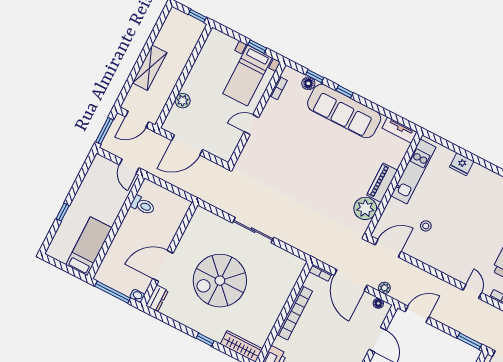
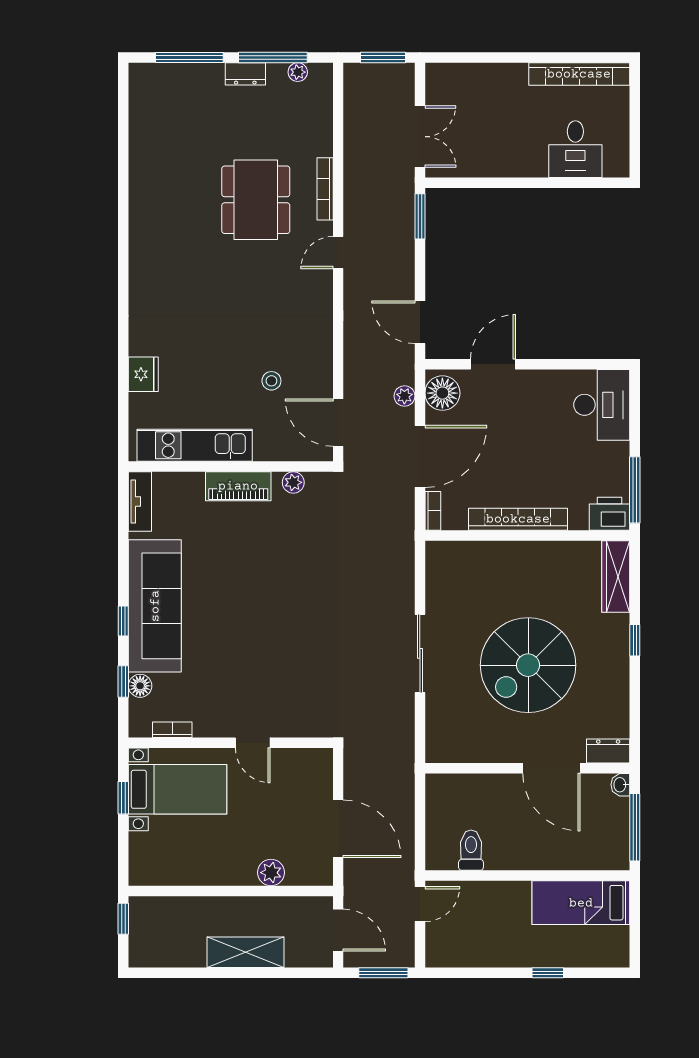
plant: (365, 208) -> (293, 482), width x0.53, depth x0.53
spiral stairs: (220, 281) -> (528, 665), turned 90
floor lamp: (378, 303) -> (442, 393), width x1.89, depth x1.89

